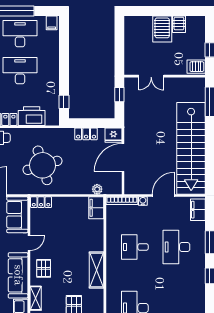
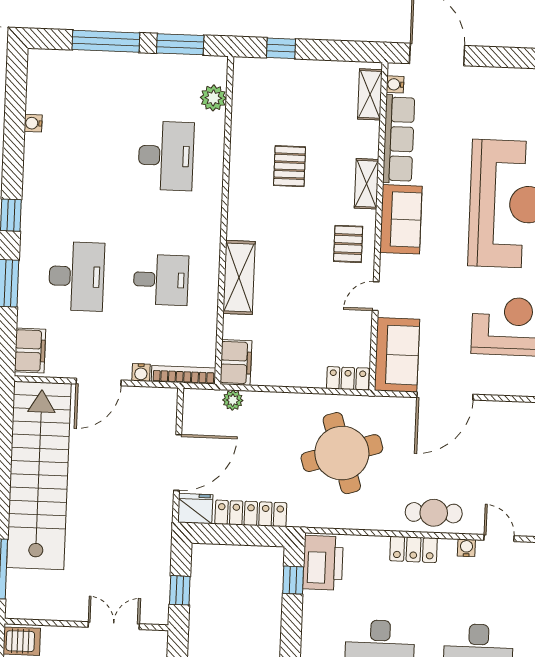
printer: (32, 116) -> (323, 563), moved, turned -90
locker: (86, 134) -> (251, 513), width x1.53
shelving: (97, 270) -> (239, 277), moved
sofa: (18, 275) -> (401, 219), width x0.73

